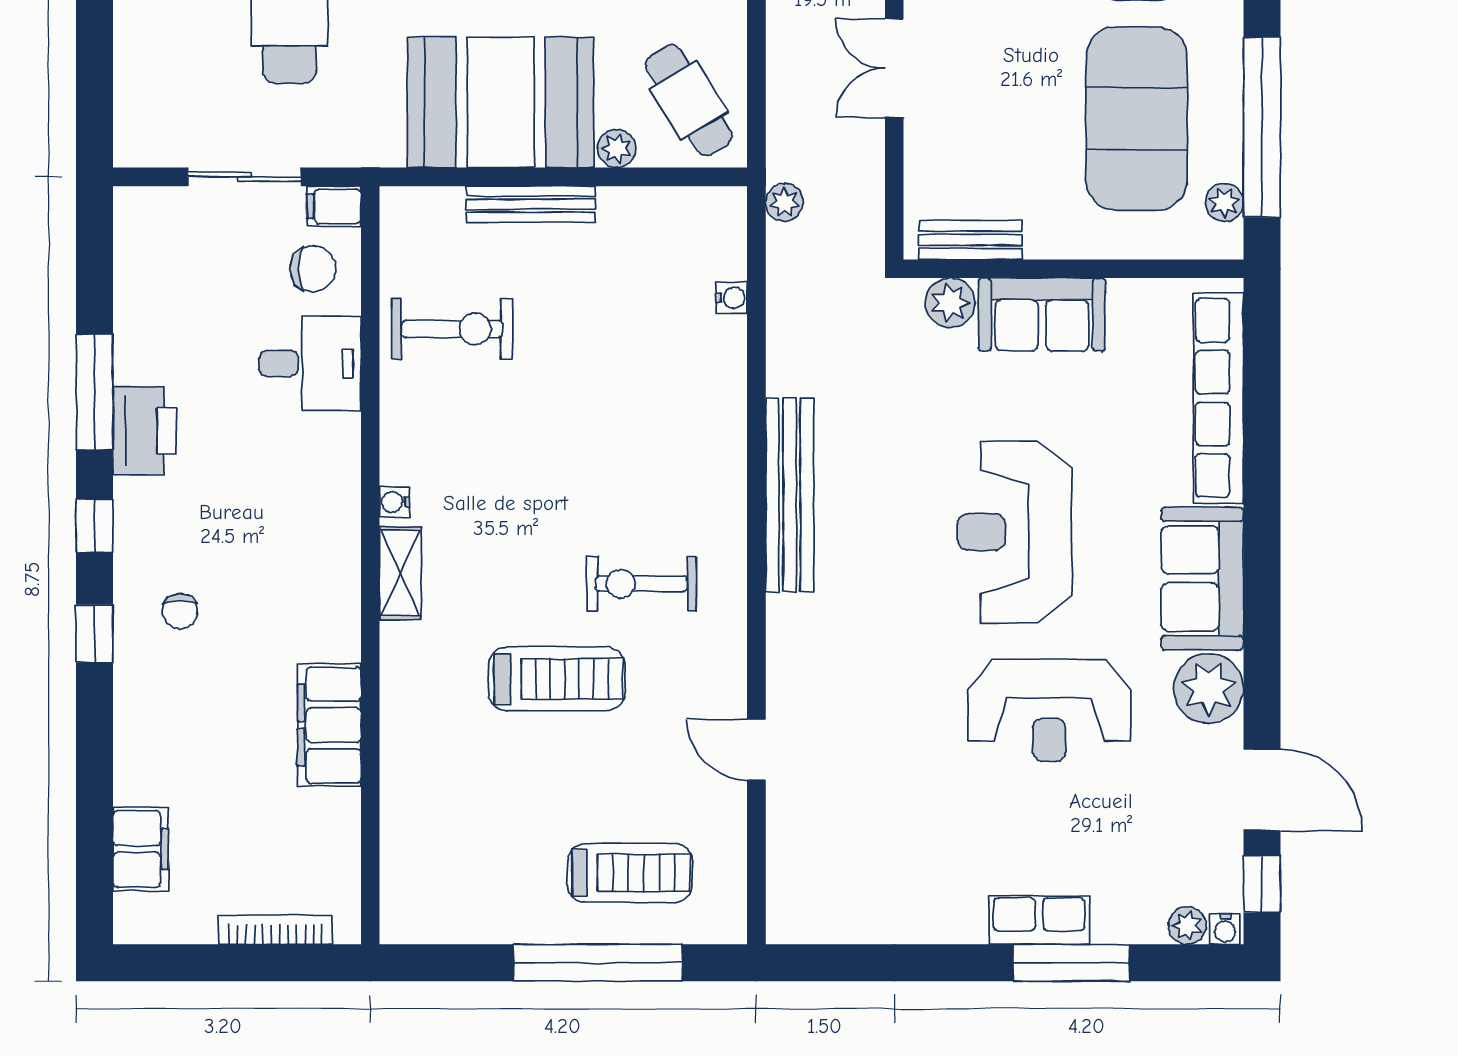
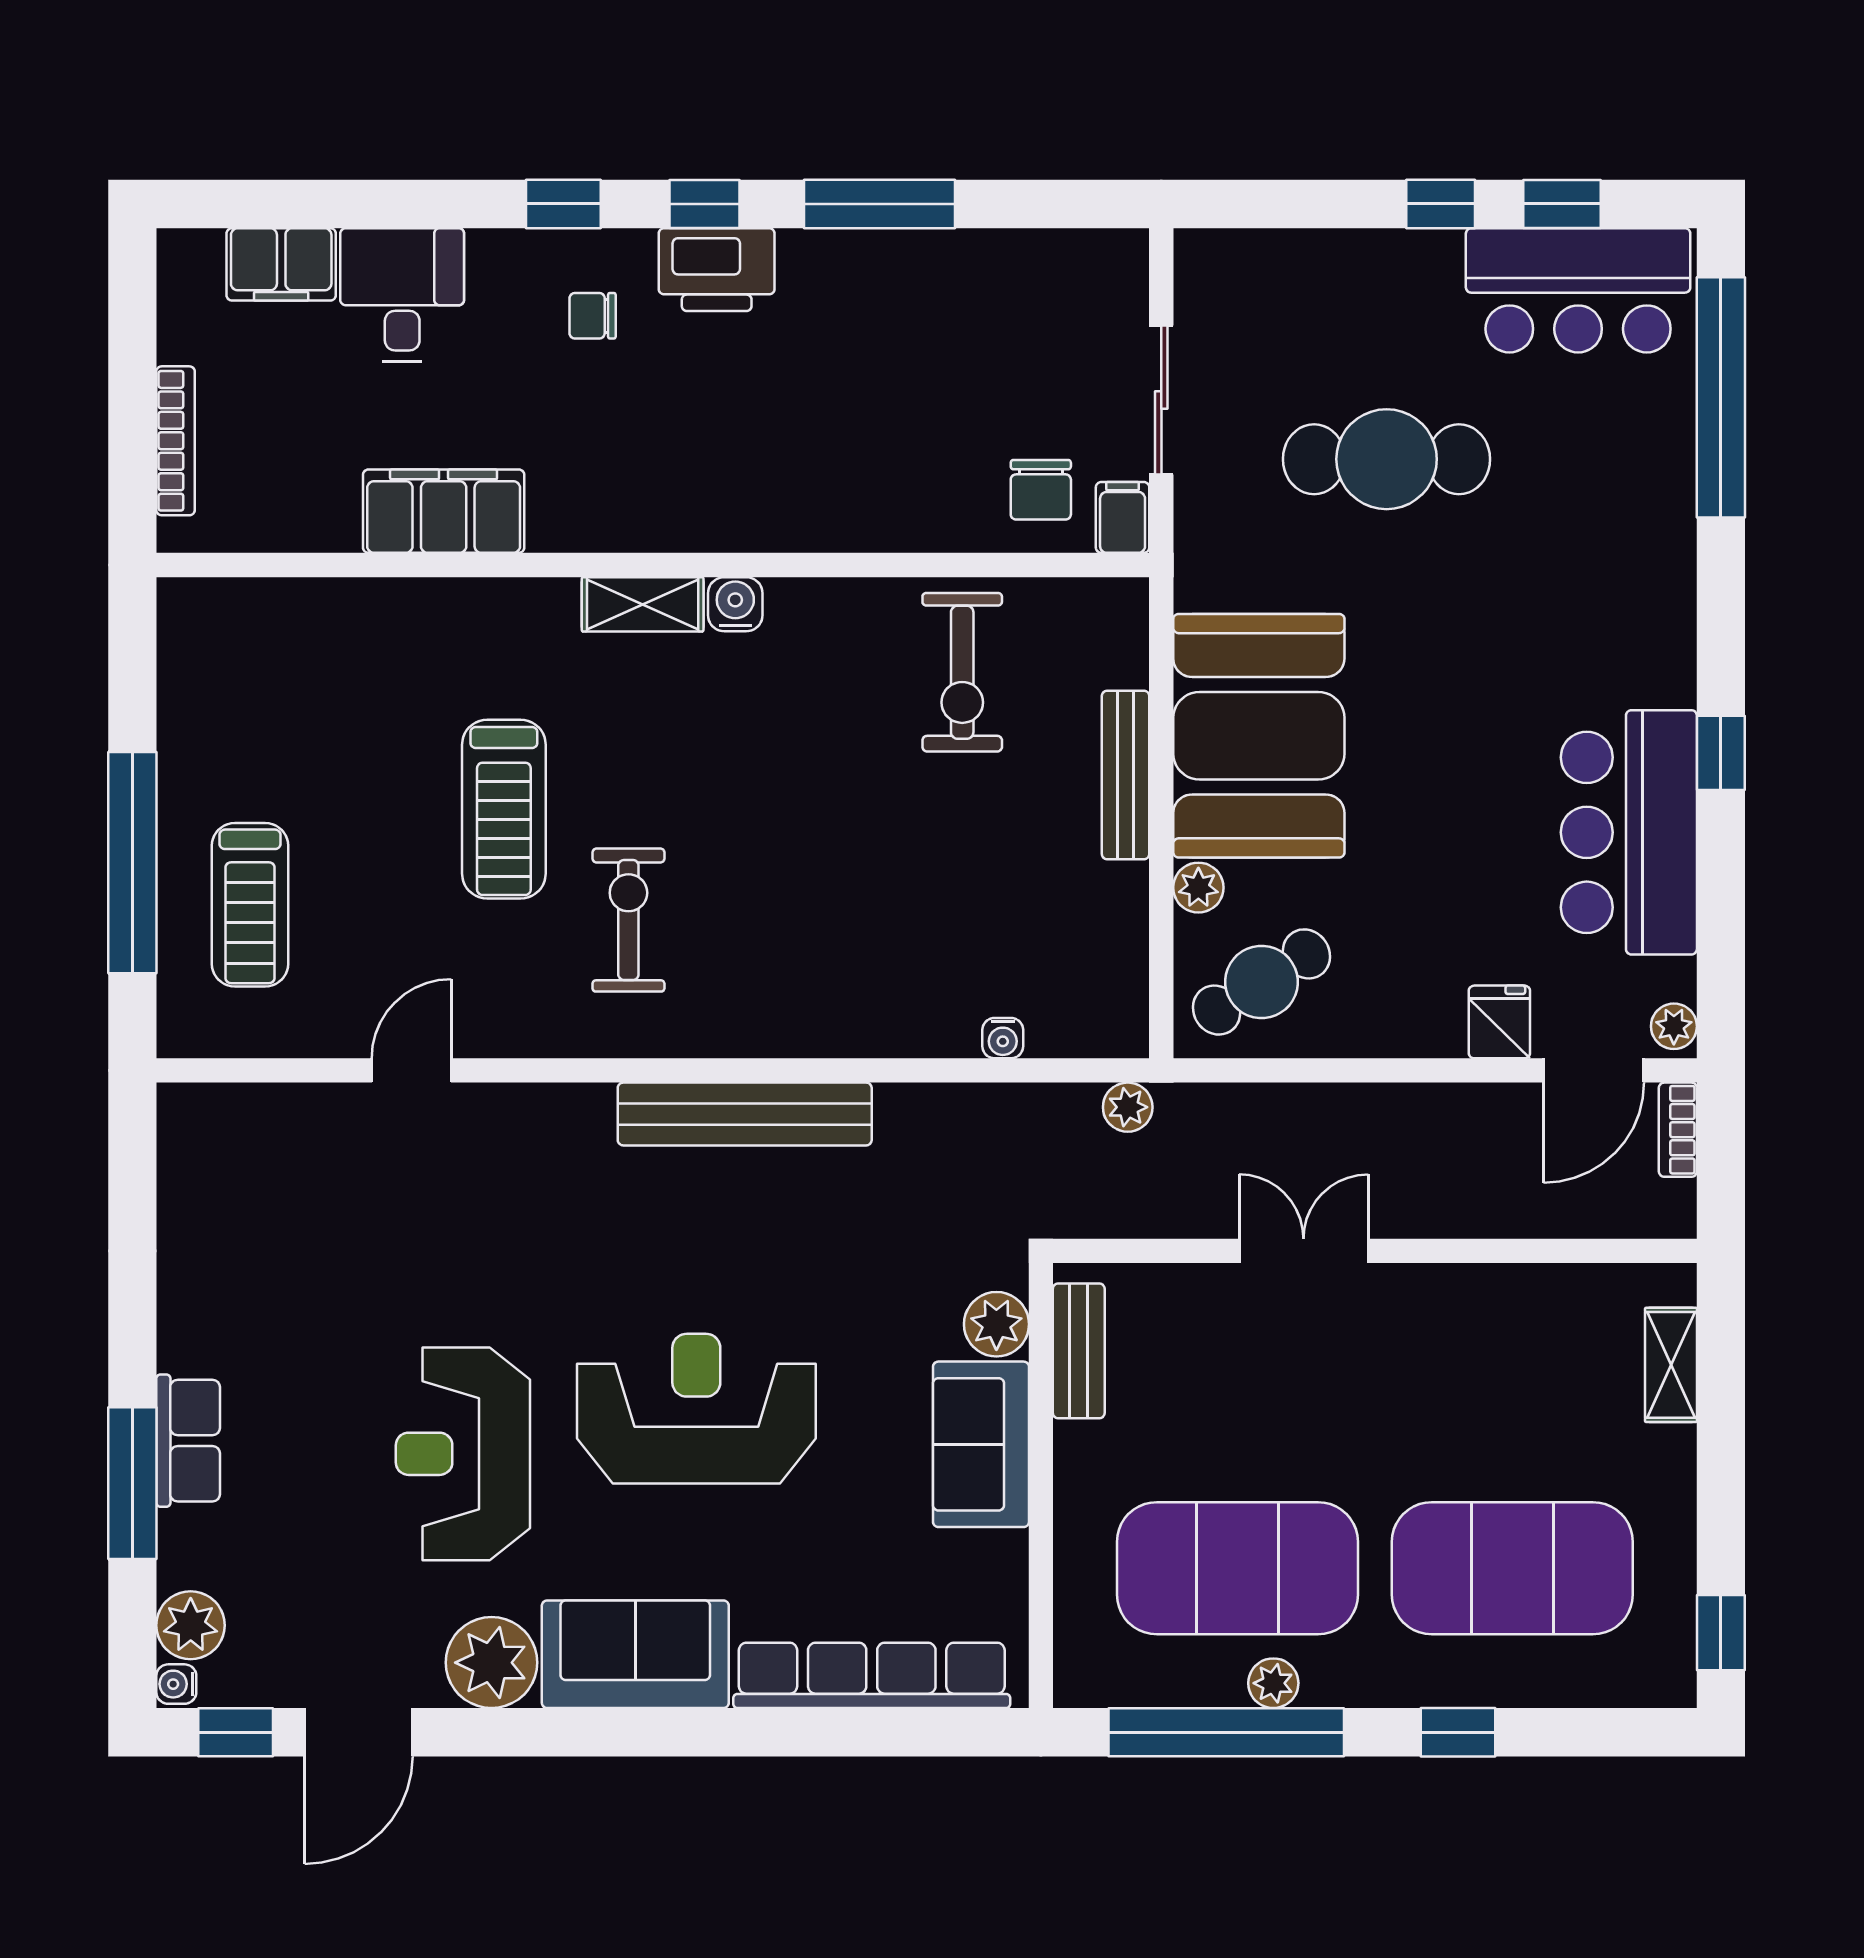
plant: (1224, 202) -> (1273, 1683), moved
desk: (310, 363) -> (402, 295), moved, turned 180
printer: (145, 431) -> (717, 270), moved
water cooler: (394, 502) -> (735, 604), width x1.38, depth x1.38
plant: (1187, 925) -> (191, 1625), width x1.38, depth x1.38

